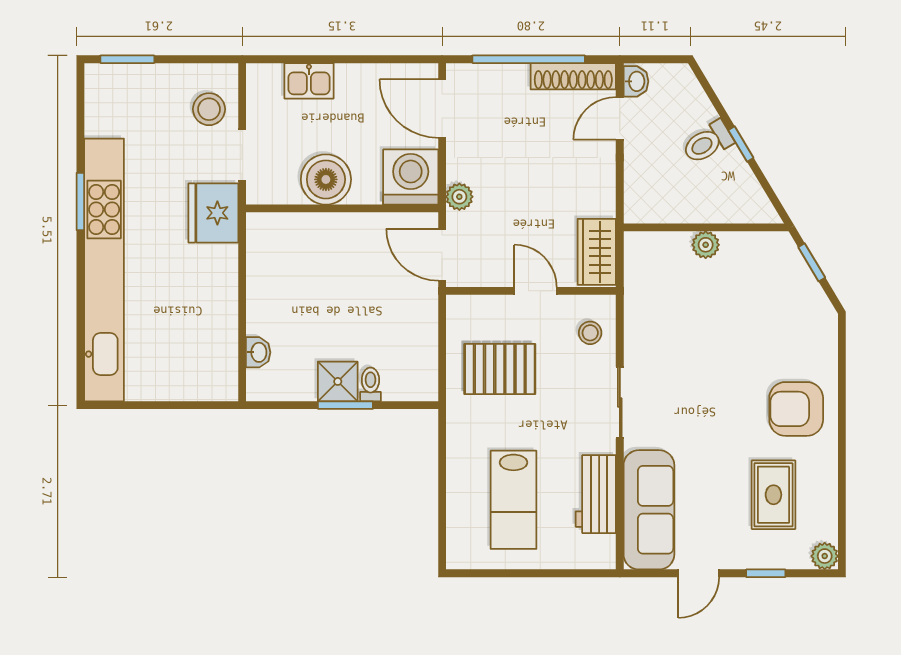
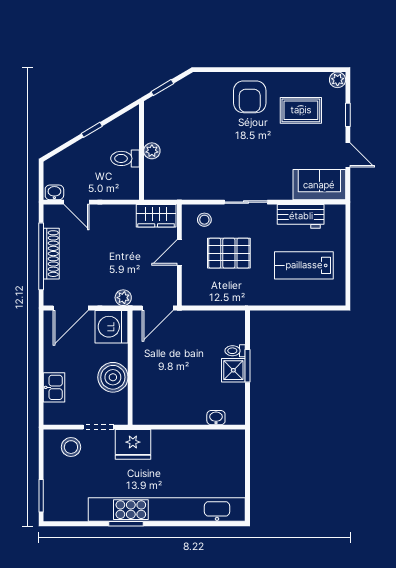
shoe rack: (573, 76) -> (51, 254), moved
toilet: (708, 142) -> (125, 158), moved, turned 121
pallet: (500, 369) -> (229, 253), moved, turned 90
lab bench: (513, 500) -> (304, 265), turned 180
sofa: (649, 510) -> (319, 185), width x0.73

